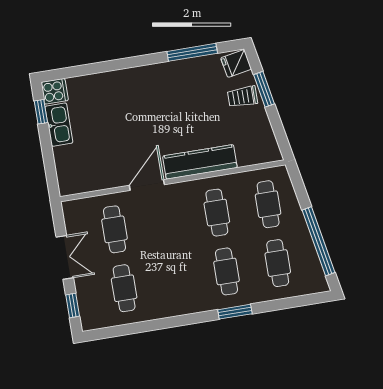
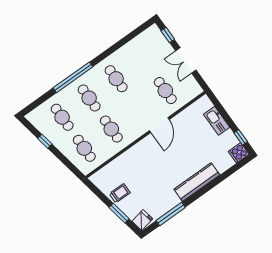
trolley: (243, 97) -> (120, 193), moved
kitchen sink: (59, 125) -> (217, 121), moved
kitchen counter: (200, 162) -> (197, 182), moved, turned 180
window: (319, 241) -> (45, 141), width x0.32
cafe table: (124, 288) -> (116, 79), moved
window: (235, 312) -> (73, 77), width x2.11

